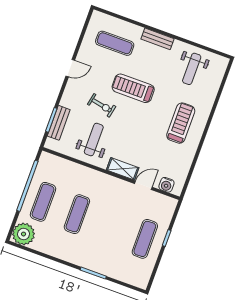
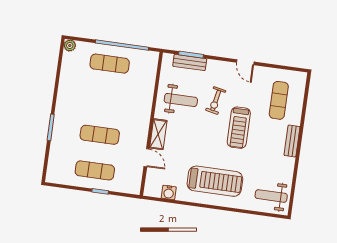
weight bench: (192, 69) -> (271, 196), moved
treadmill: (133, 88) -> (239, 128), turned 180
treadmill: (181, 123) -> (215, 181), width x1.37, depth x1.38
water cooler: (166, 185) -> (169, 192), moved, turned -90
exercise mat: (77, 214) -> (100, 135), moved
plant: (24, 234) -> (70, 45), width x0.53, depth x0.53

